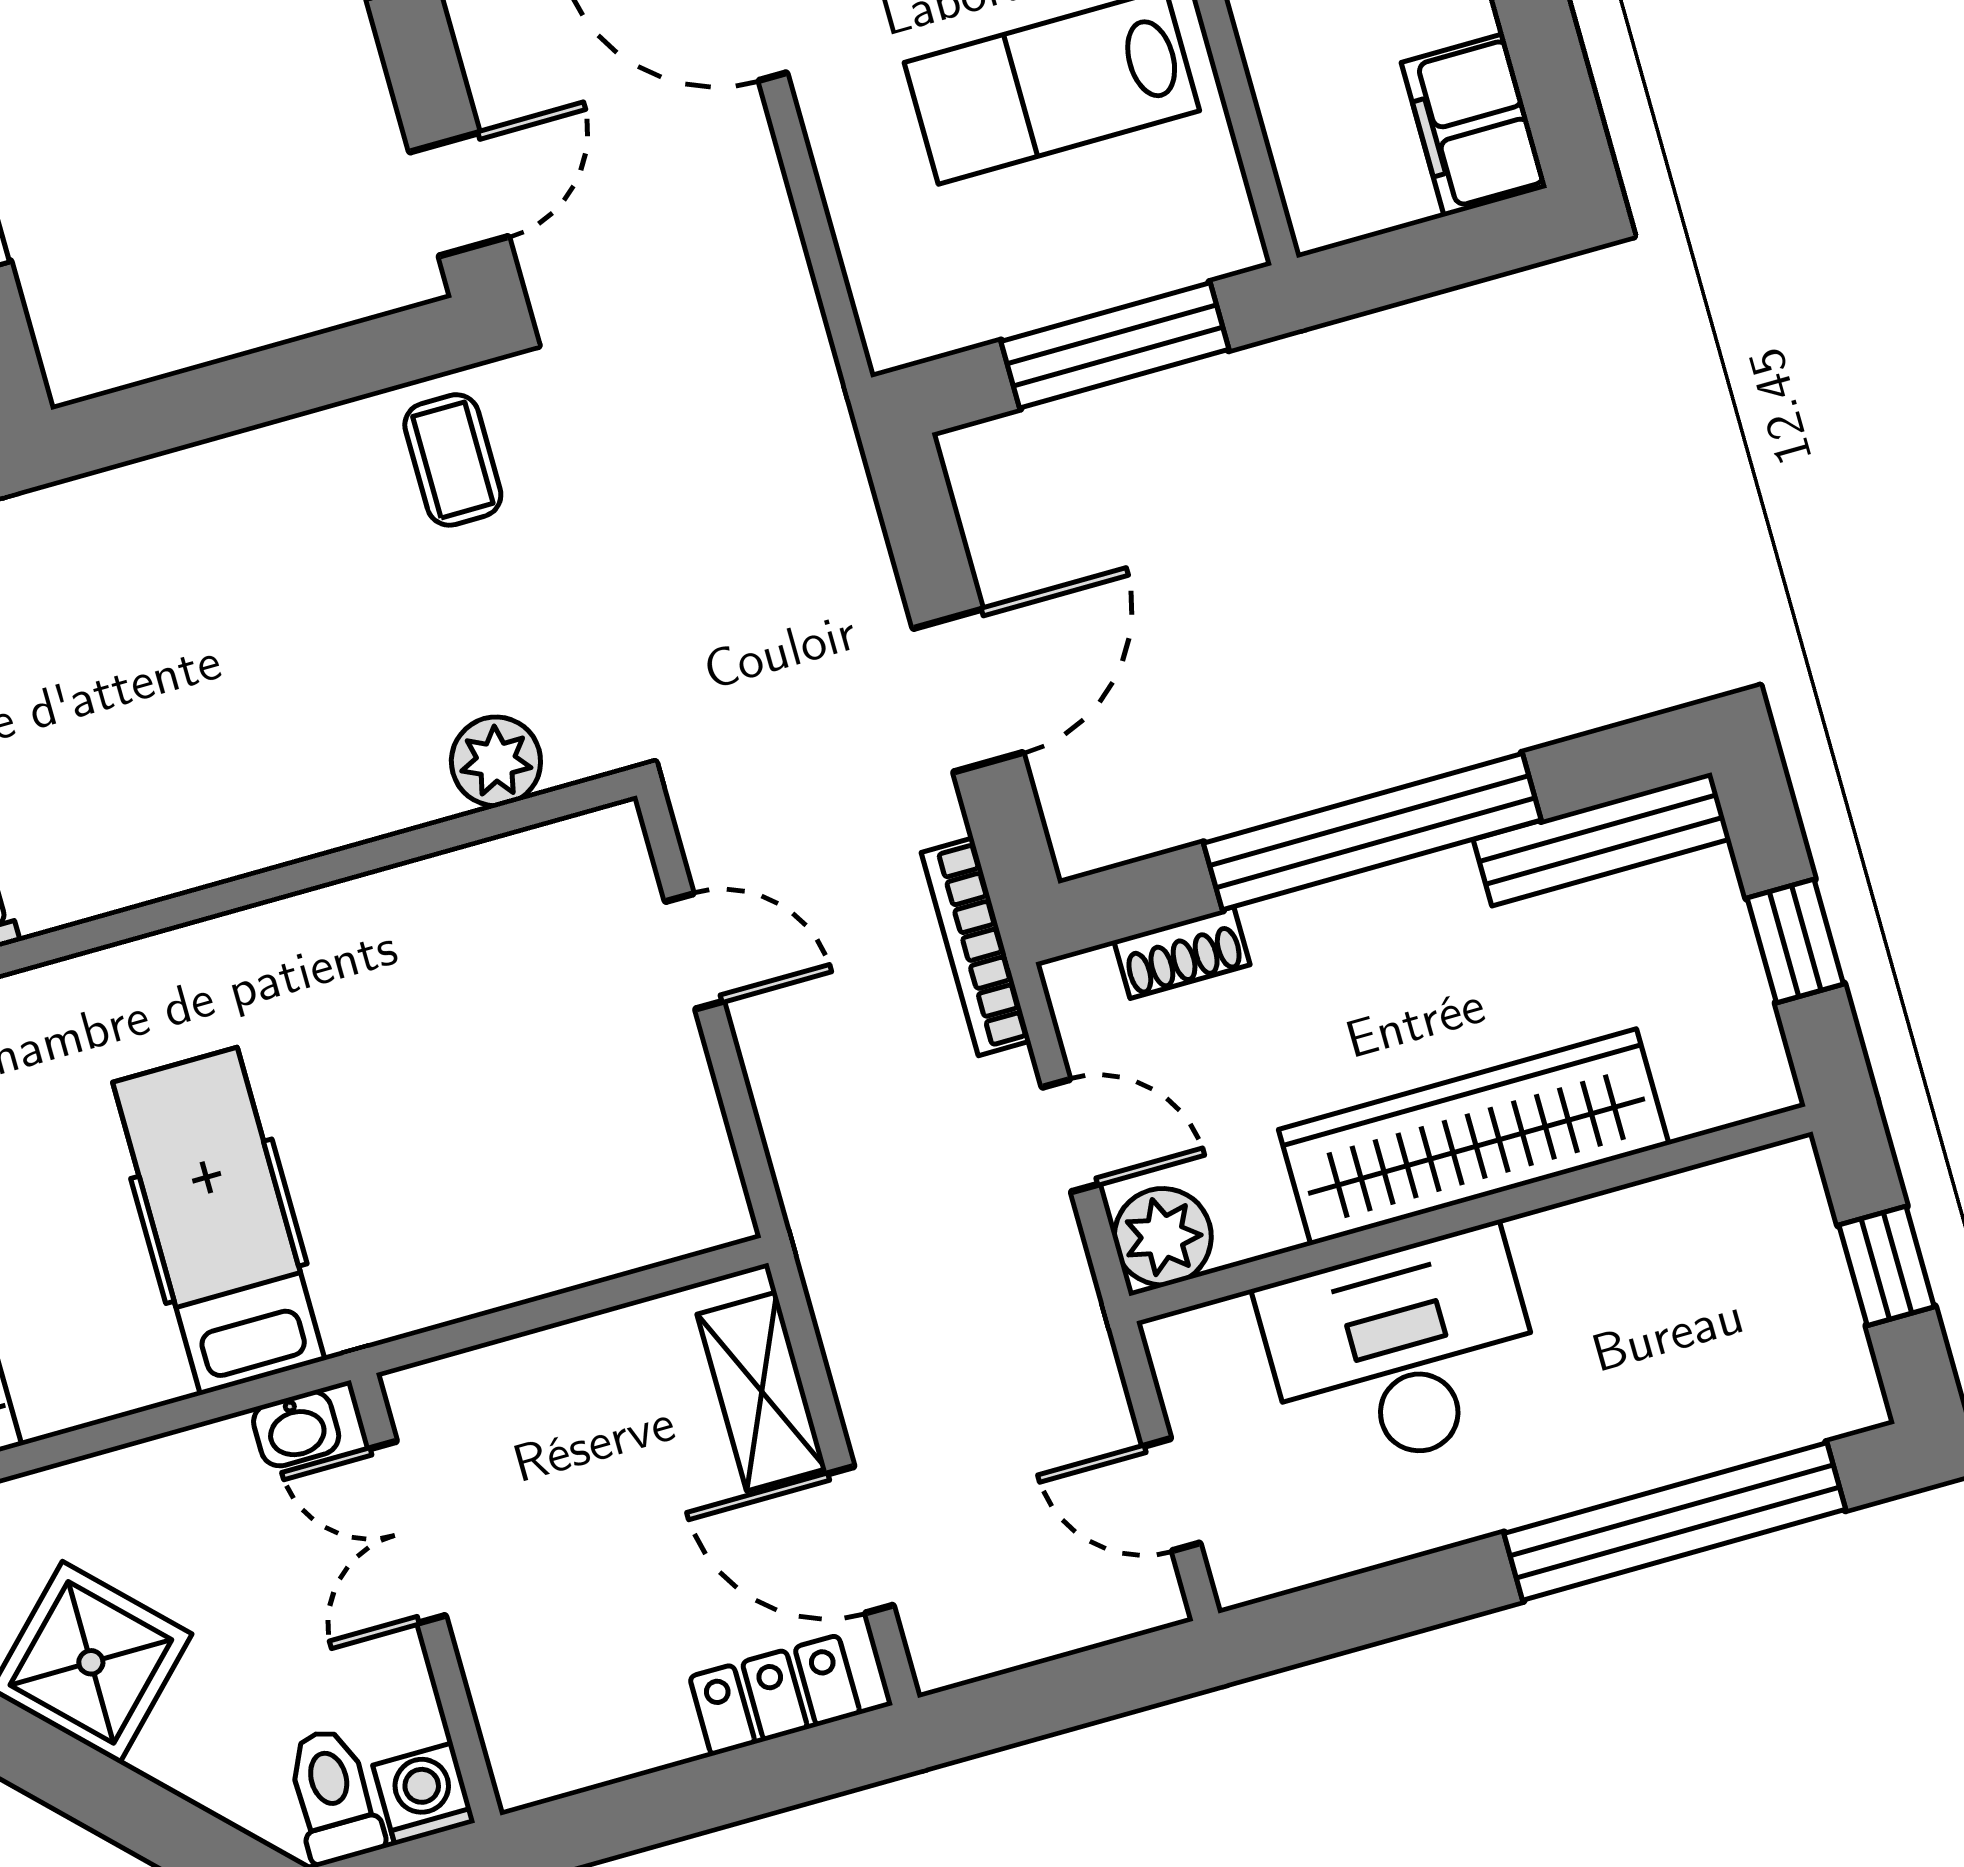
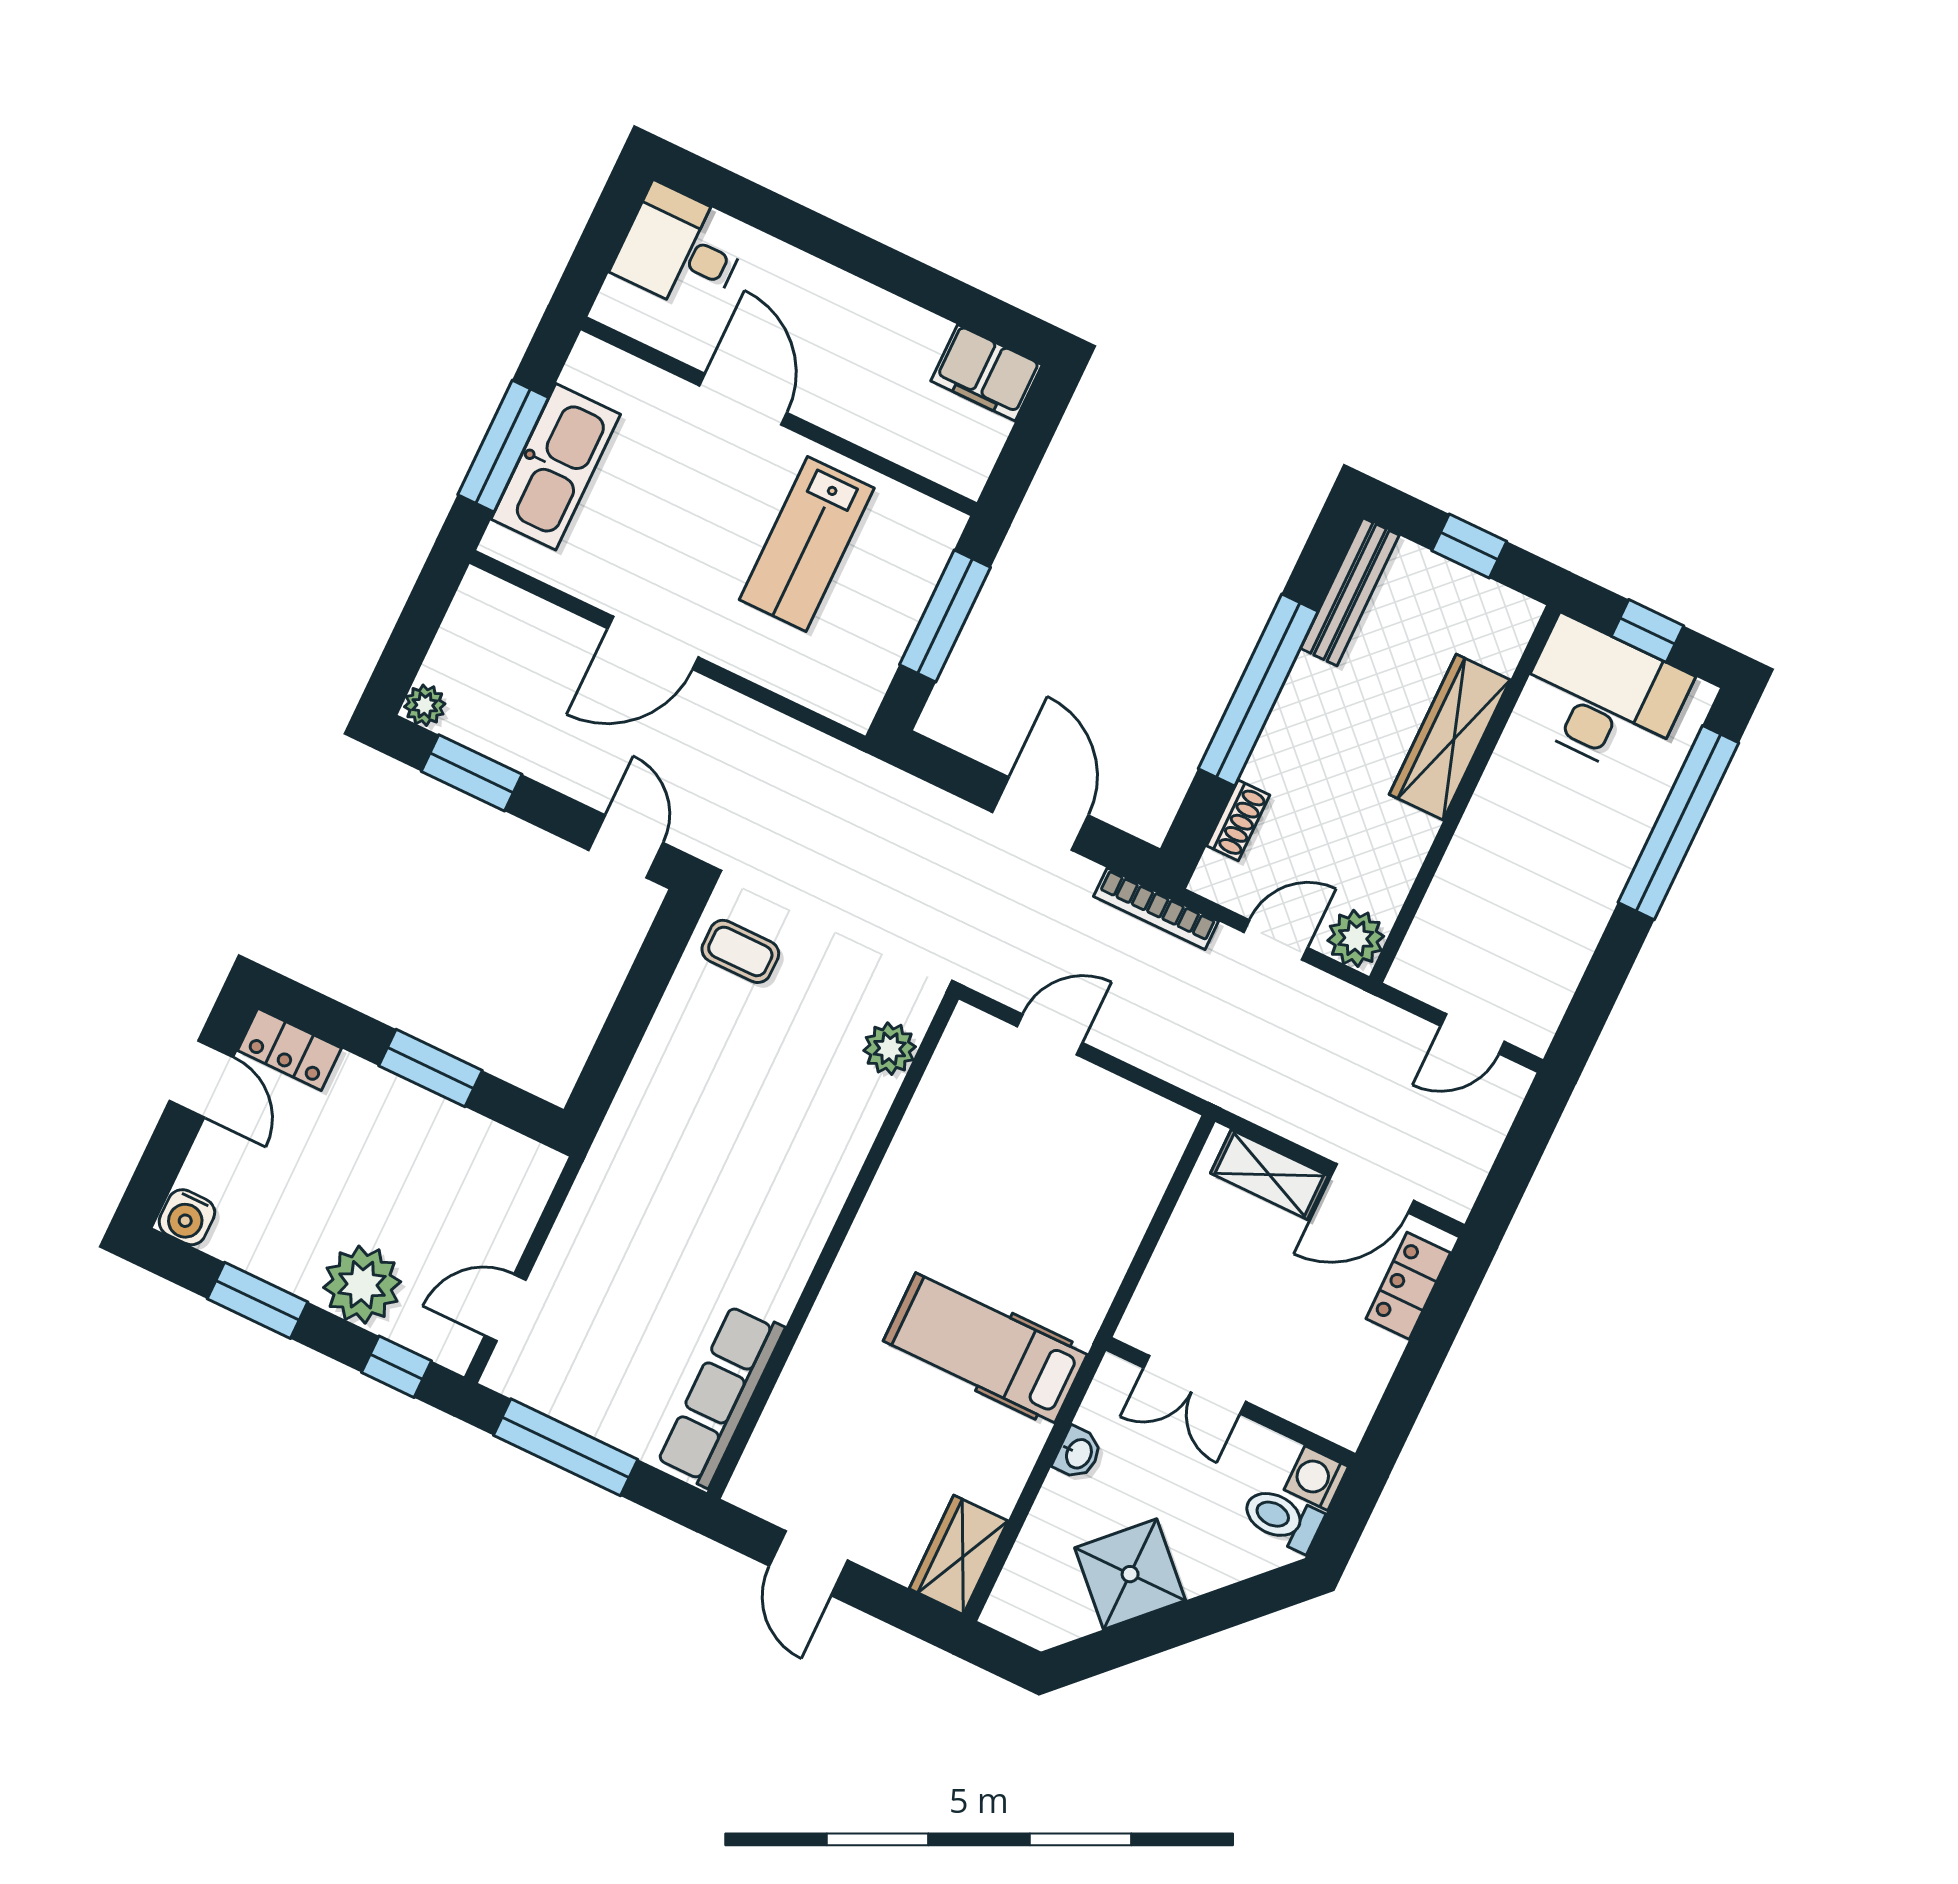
wardrobe: (1474, 1137) -> (1450, 737), width x0.71, depth x0.85
desk: (1402, 1352) -> (1602, 698), moved, turned 90
washbasin: (296, 1429) -> (1078, 1453), moved

